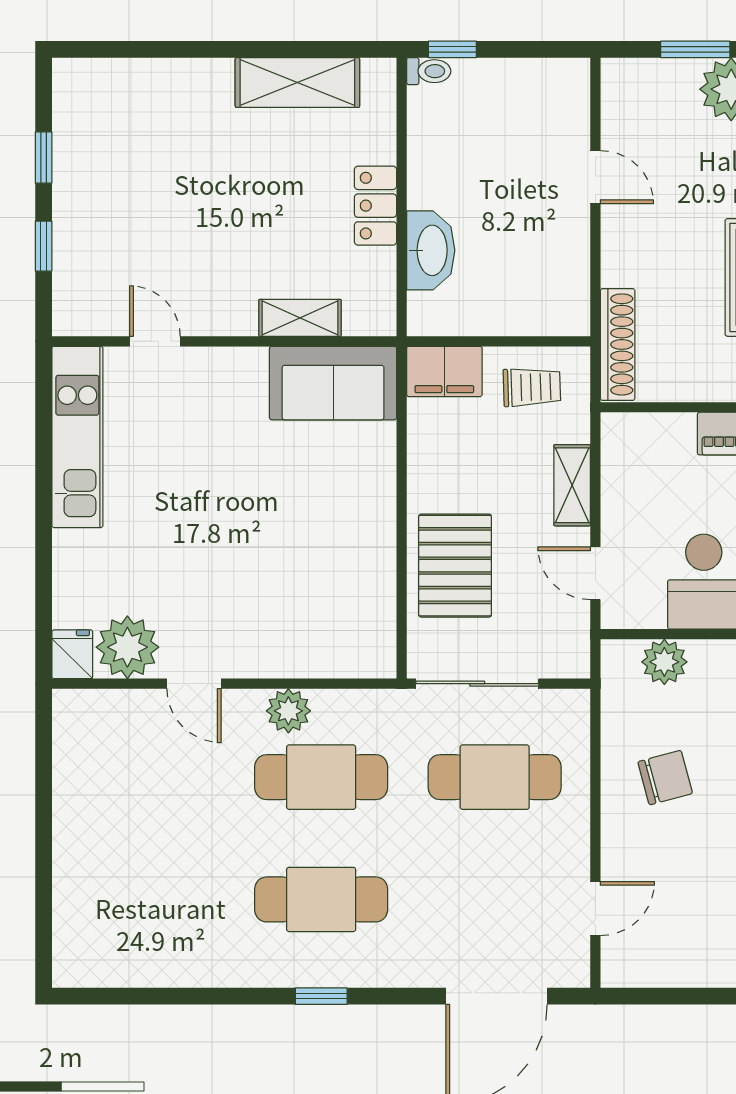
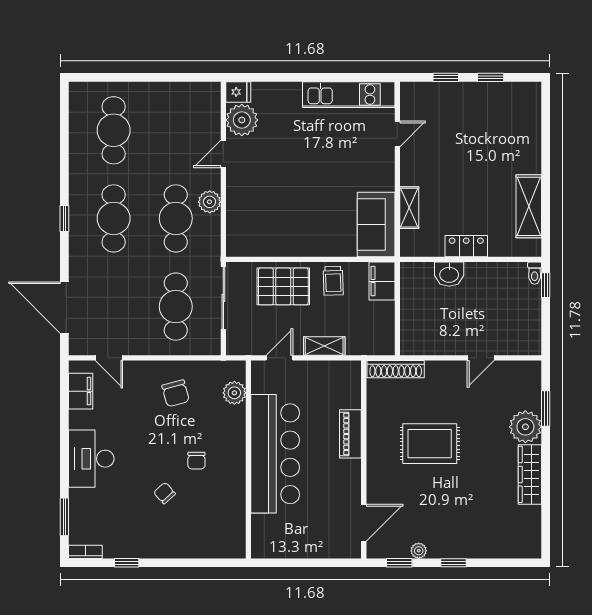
washbasin: (431, 250) -> (449, 274), width x0.72
trolley: (532, 387) -> (333, 281), moved
cafe table: (148, 899) -> (114, 130), added
filing cabinet: (661, 964) -> (81, 391), added

